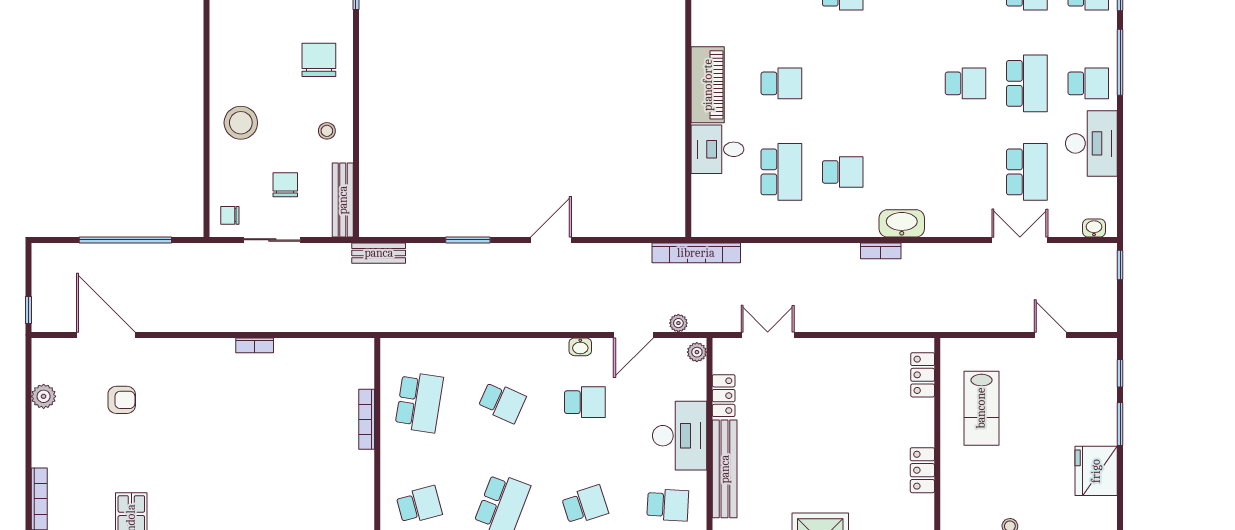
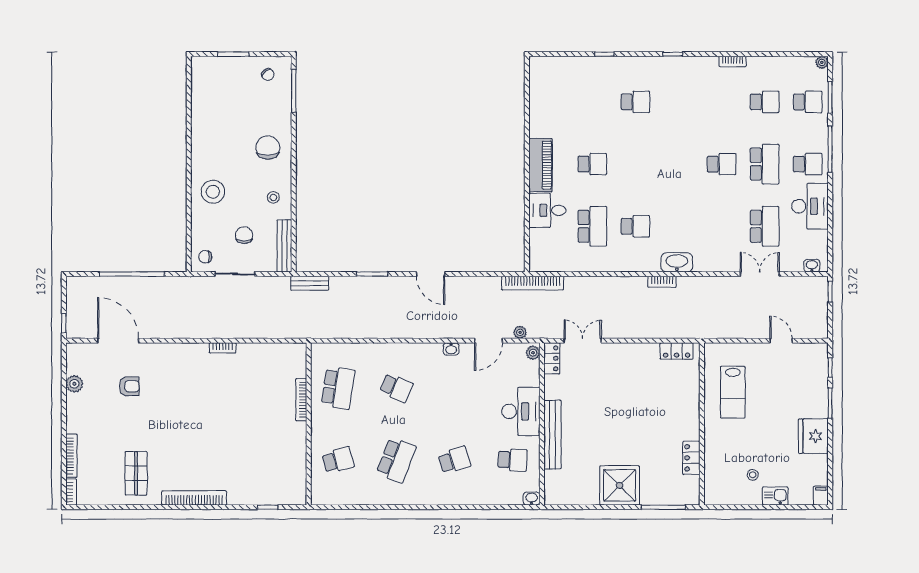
door: (551, 240) -> (431, 274), swing flipped
locker: (923, 375) -> (677, 351), moved, turned -90
locker: (724, 396) -> (552, 358), moved
school desk: (585, 402) -> (454, 388), removed
locker: (922, 470) -> (691, 458), moved

